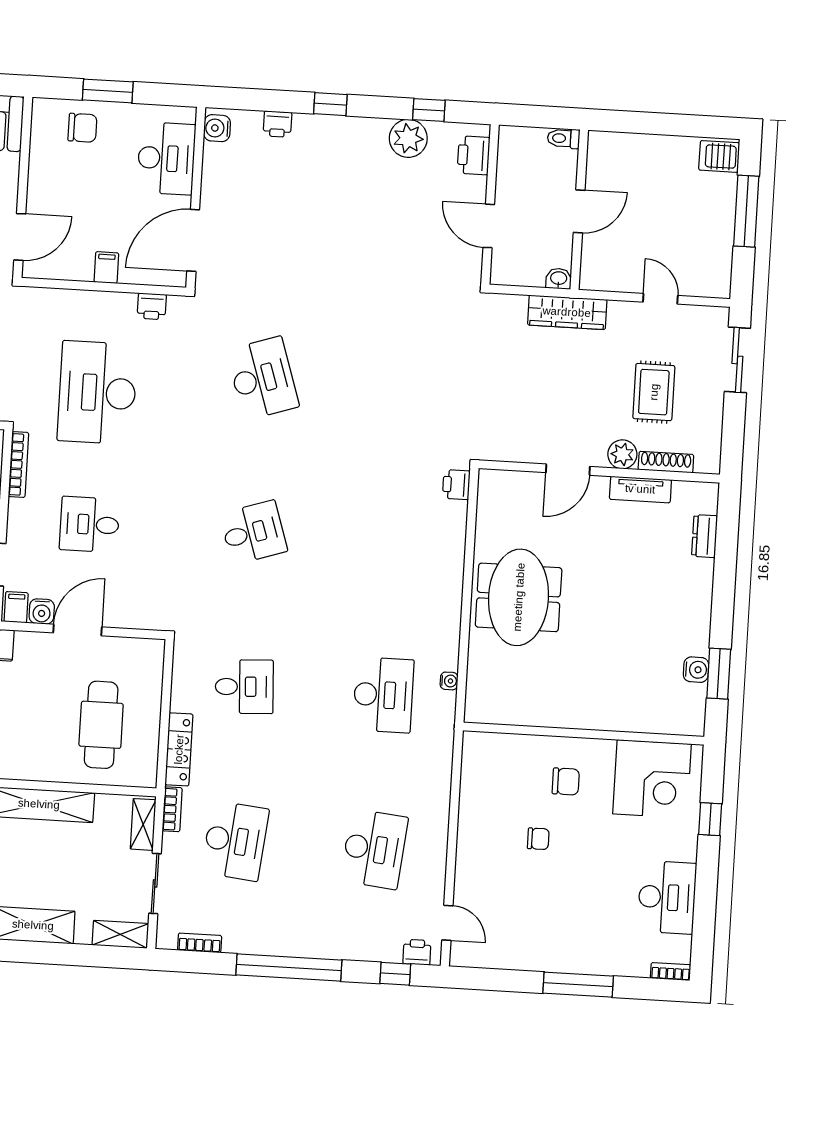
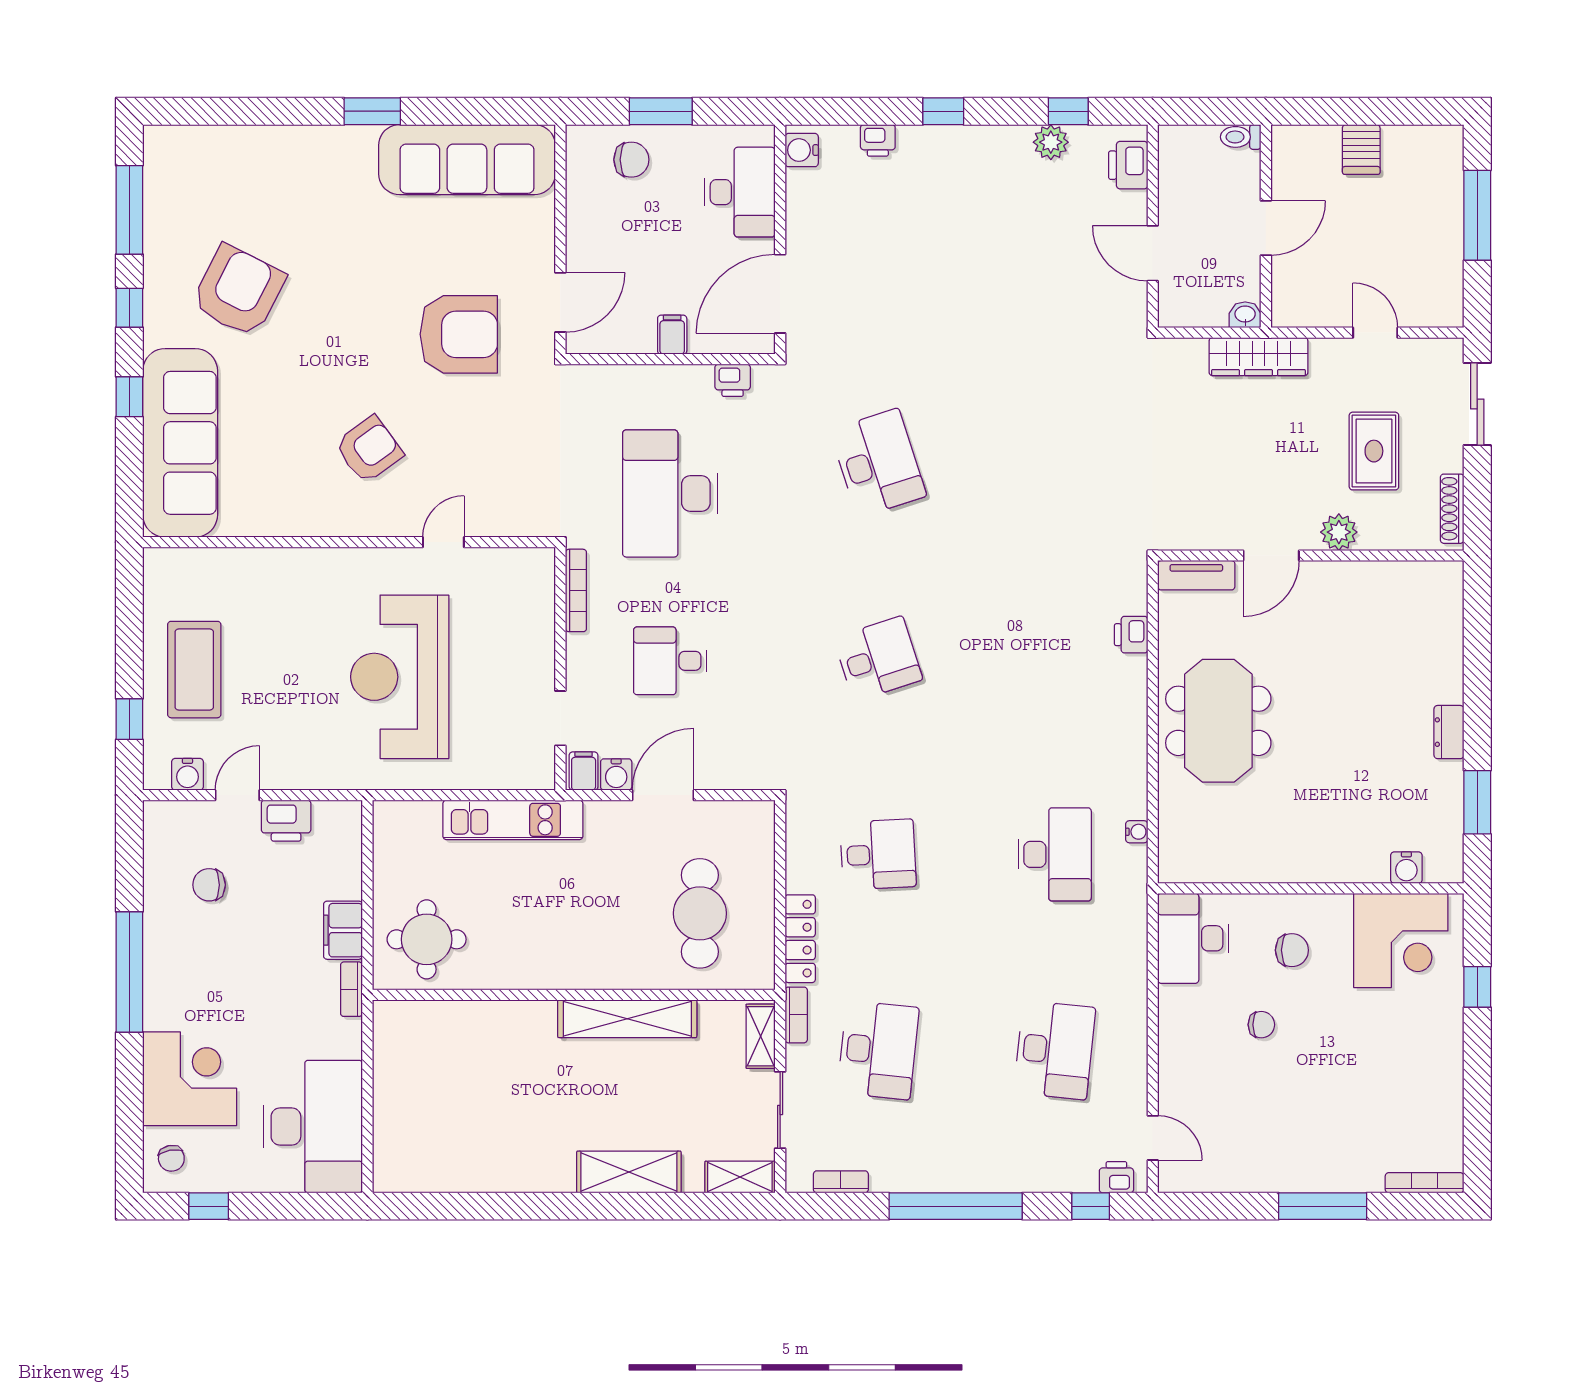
plant: (408, 138) -> (1051, 142), width x0.73, depth x0.73
server rack: (719, 156) -> (1361, 149), moved, turned -90
shoe rack: (666, 462) -> (1452, 509), moved, turned -90
printer: (456, 485) -> (1131, 635), moved
tv unit: (640, 489) -> (1196, 575), moved
dresser: (705, 536) -> (1449, 732), moved
water cooler: (696, 670) -> (1406, 868), moved, turned 90
desk: (667, 897) -> (1193, 938), moved, turned 180
bookcase: (671, 972) -> (1425, 1183), width x1.56

